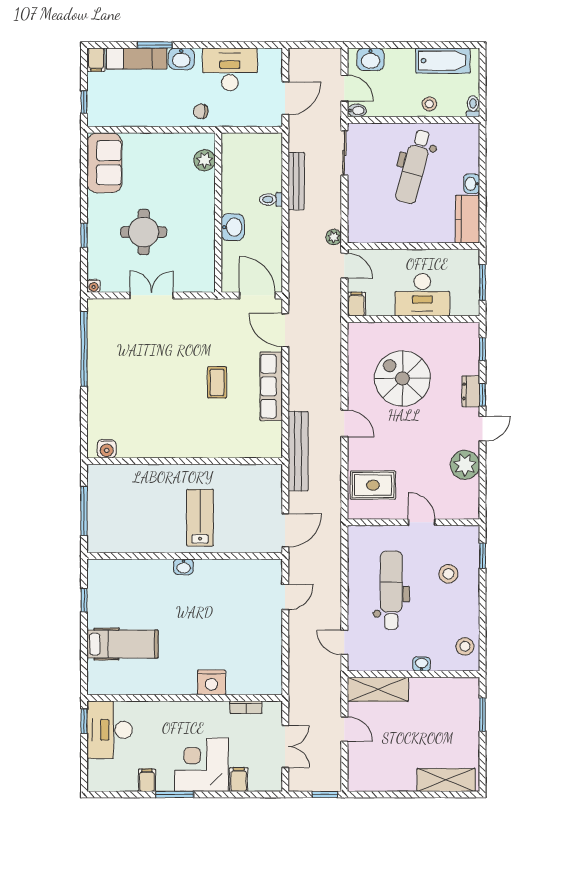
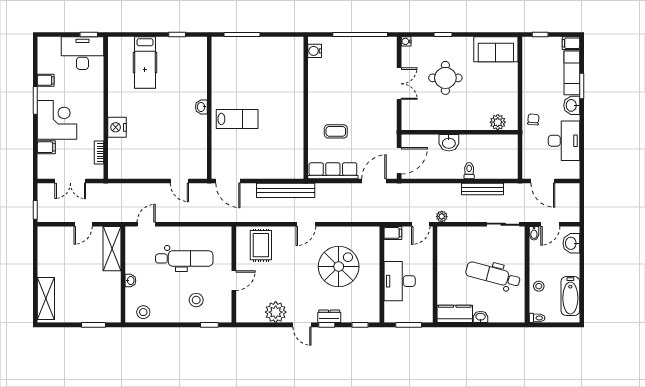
water cooler: (107, 449) -> (315, 51), moved
wall: (185, 461) -> (306, 108), moved

